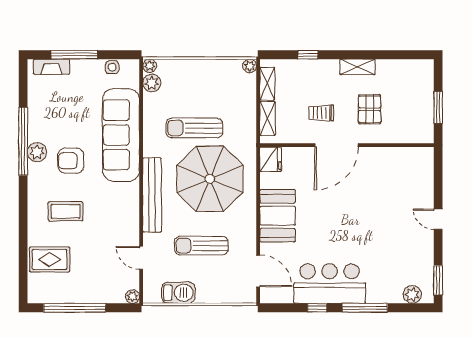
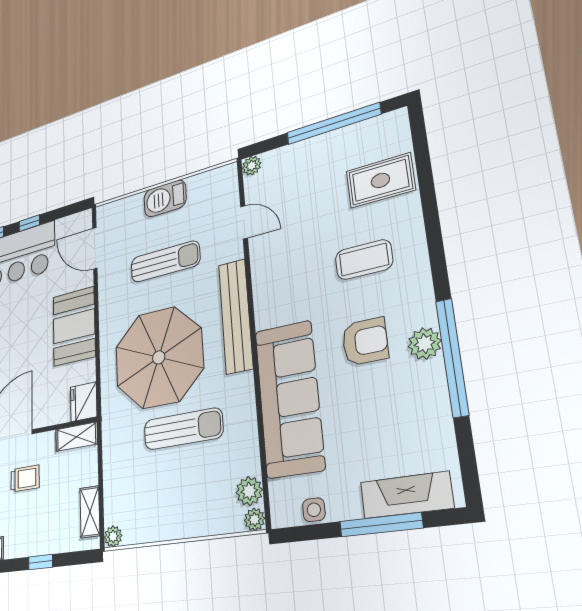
fireplace: (51, 67) -> (406, 495), width x1.37, depth x1.32
shelving: (268, 119) -> (76, 437), moved, turned 90
barbecue: (178, 293) -> (165, 198), moved

